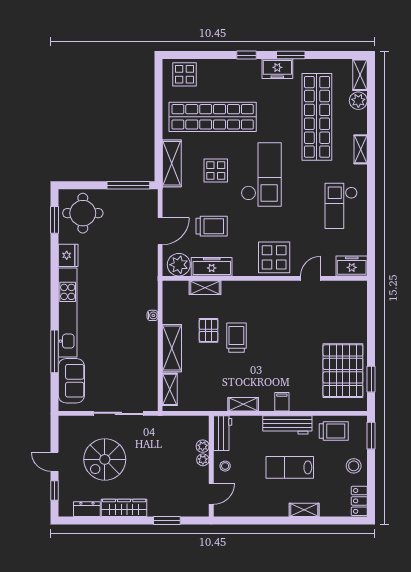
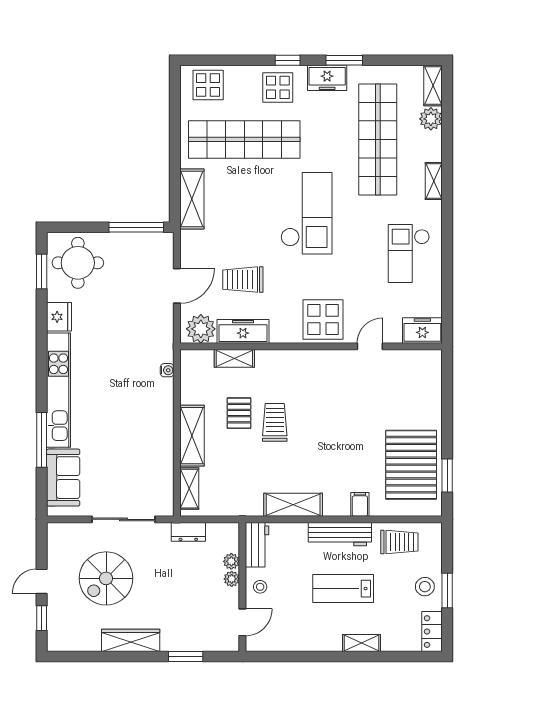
display table: (216, 170) -> (278, 87), moved
trolley: (212, 226) -> (243, 280), turned 180
water cooler: (152, 315) -> (167, 370), moved
filing cabinet: (282, 402) -> (360, 504), moved
shelving: (243, 404) -> (293, 505), width x1.50, depth x1.33
window: (371, 436) -> (447, 591), moved
door: (55, 462) -> (42, 581), hinge flipped
dresser: (87, 509) -> (188, 532), moved, turned 180

